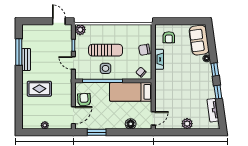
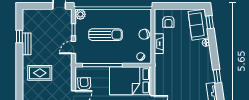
window: (19, 52) -> (19, 36), width x0.46
door: (73, 63) -> (74, 47), hinge flipped
side table: (105, 68) -> (105, 53), removed
window: (215, 69) -> (210, 22), moved
bed: (131, 92) -> (131, 81), width x1.50

